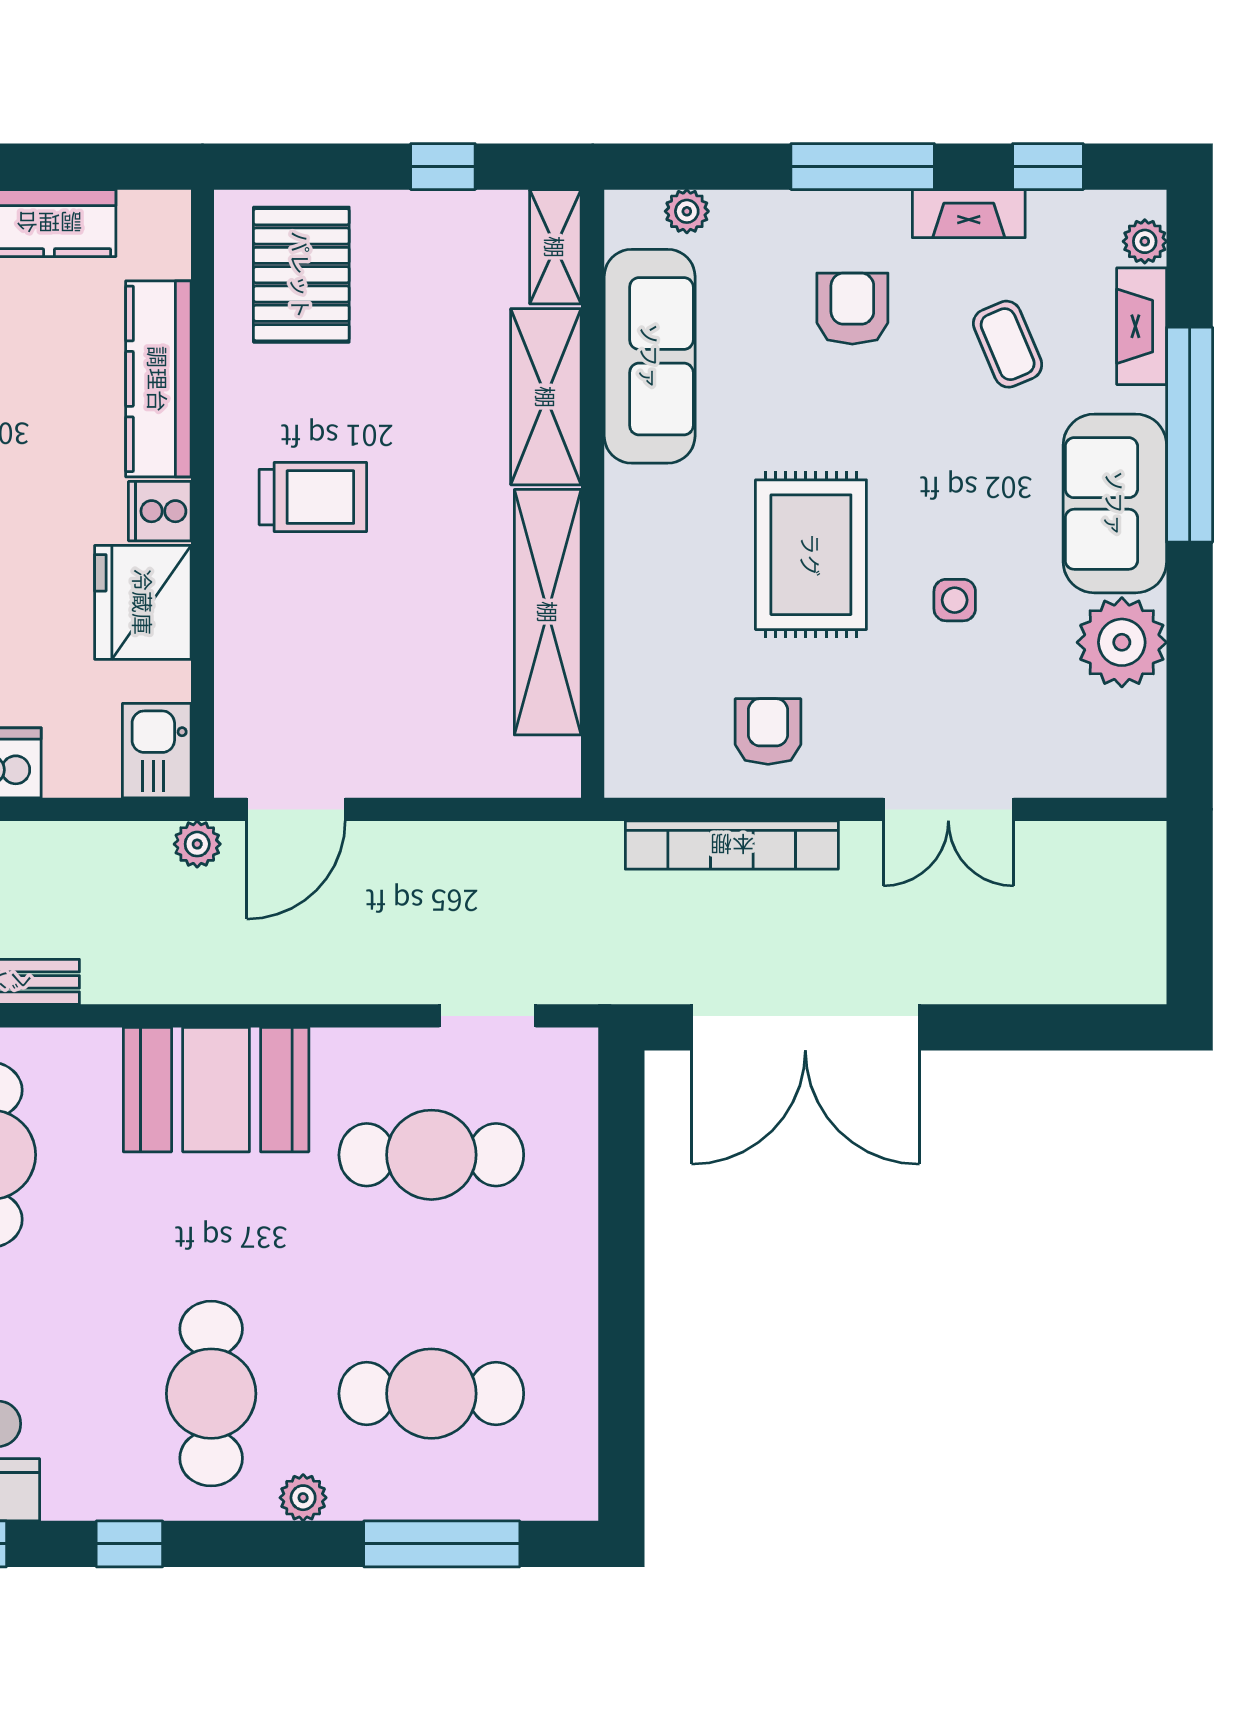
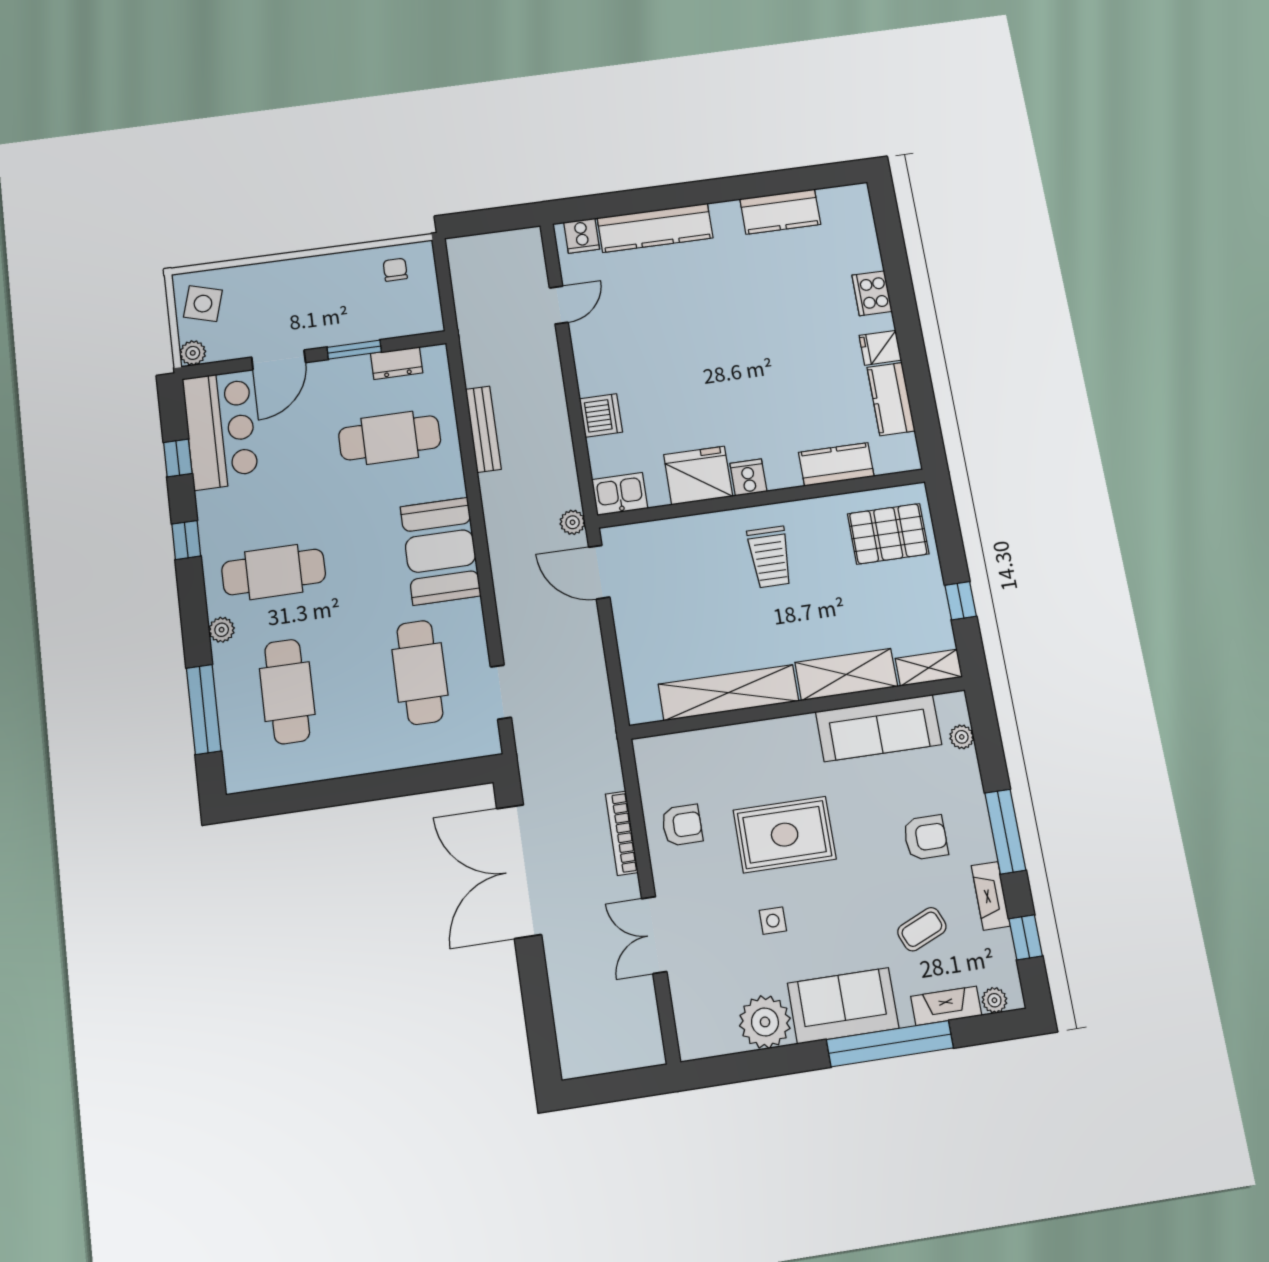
kitchen counter: (158, 379) -> (836, 464), width x0.67
bookcase: (732, 845) -> (622, 833), width x0.68, depth x0.76

